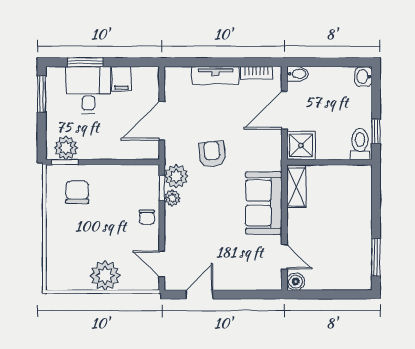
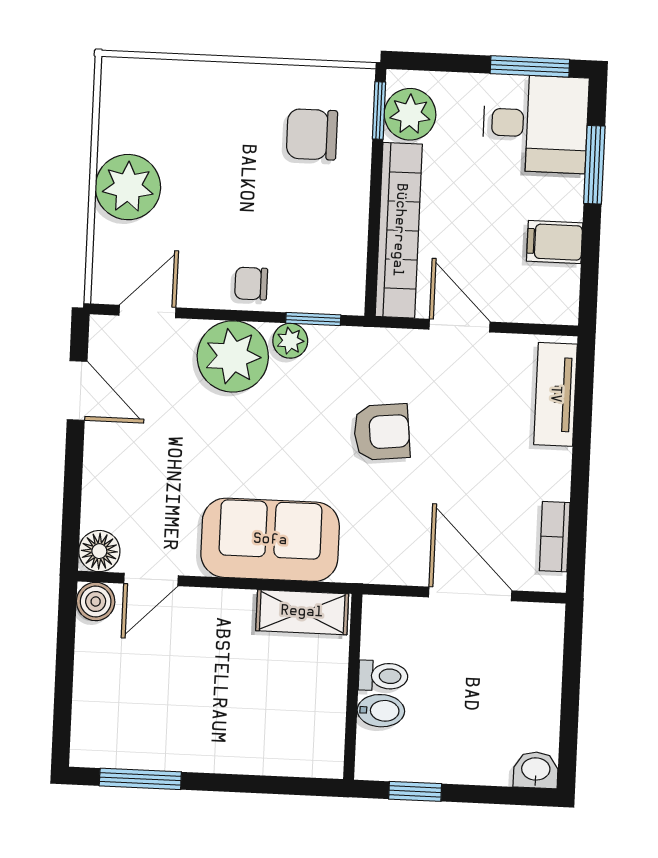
bidet: (298, 74) -> (381, 711), moved, turned -90
tv unit: (215, 75) -> (555, 394), moved
desk: (88, 90) -> (535, 124), moved
door: (162, 121) -> (460, 326), width x0.73
toilet: (360, 144) -> (383, 676), moved, width x0.73, depth x0.72
shower: (301, 145) -> (392, 627), removed
bookcase: (119, 151) -> (399, 230), added
plant: (176, 176) -> (233, 356), moved, width x1.36, depth x1.36
chair: (77, 192) -> (312, 134), turned 180
floor lamp: (272, 281) -> (99, 551), added

